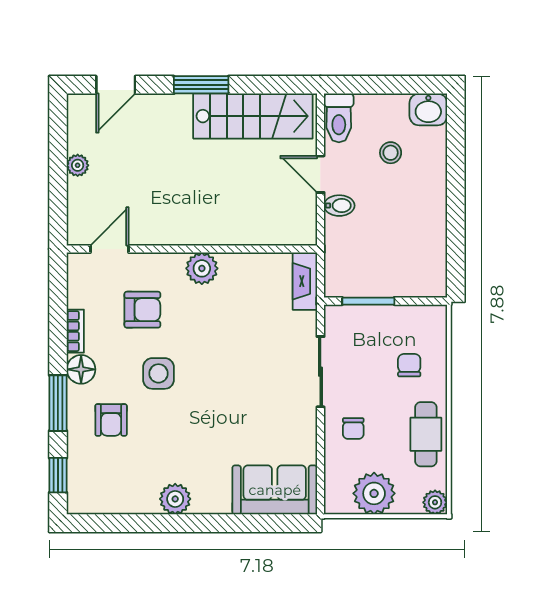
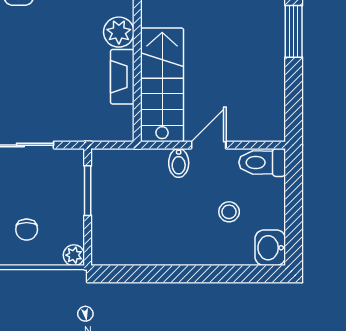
stairs: (253, 116) -> (162, 85), moved, turned 180
fireplace: (305, 281) -> (122, 77), moved, turned -90
plant: (436, 316) -> (74, 255), added
chair: (409, 365) -> (27, 230), turned 90

